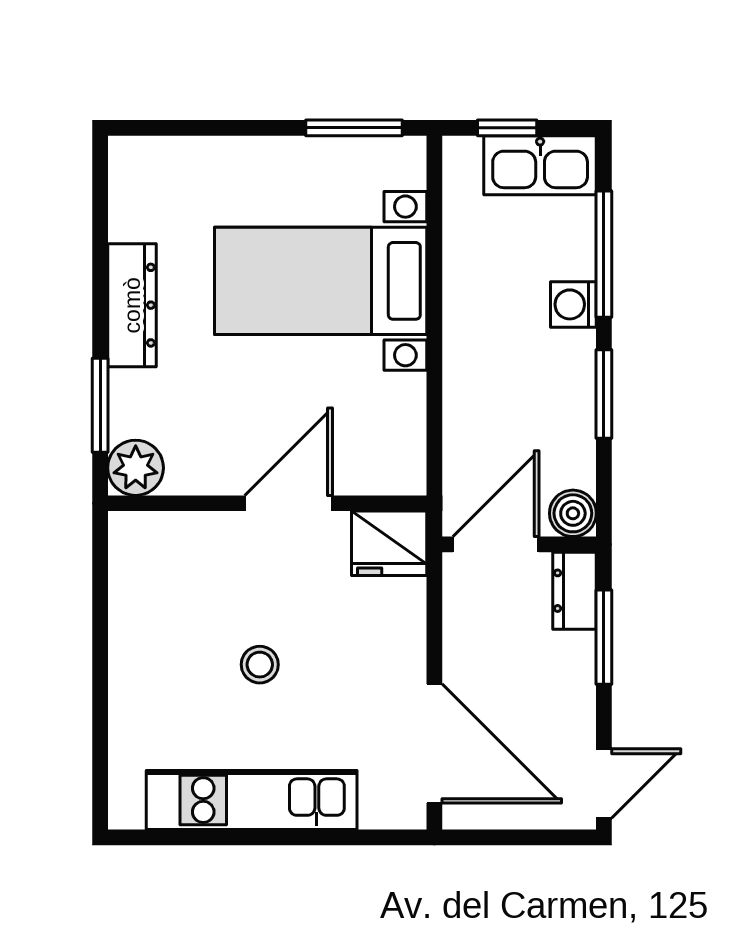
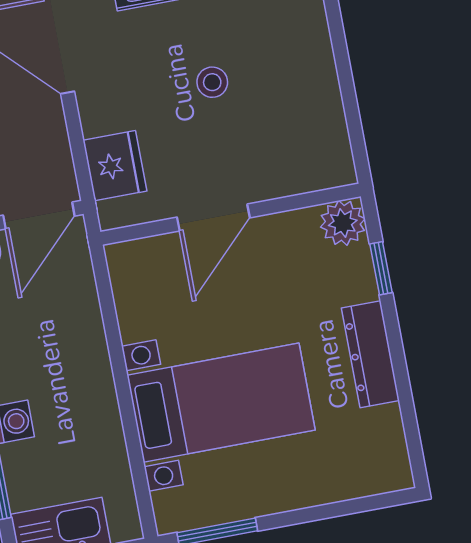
window: (100, 405) -> (381, 268), width x0.67
fridge: (389, 543) -> (115, 166), moved, turned 90

